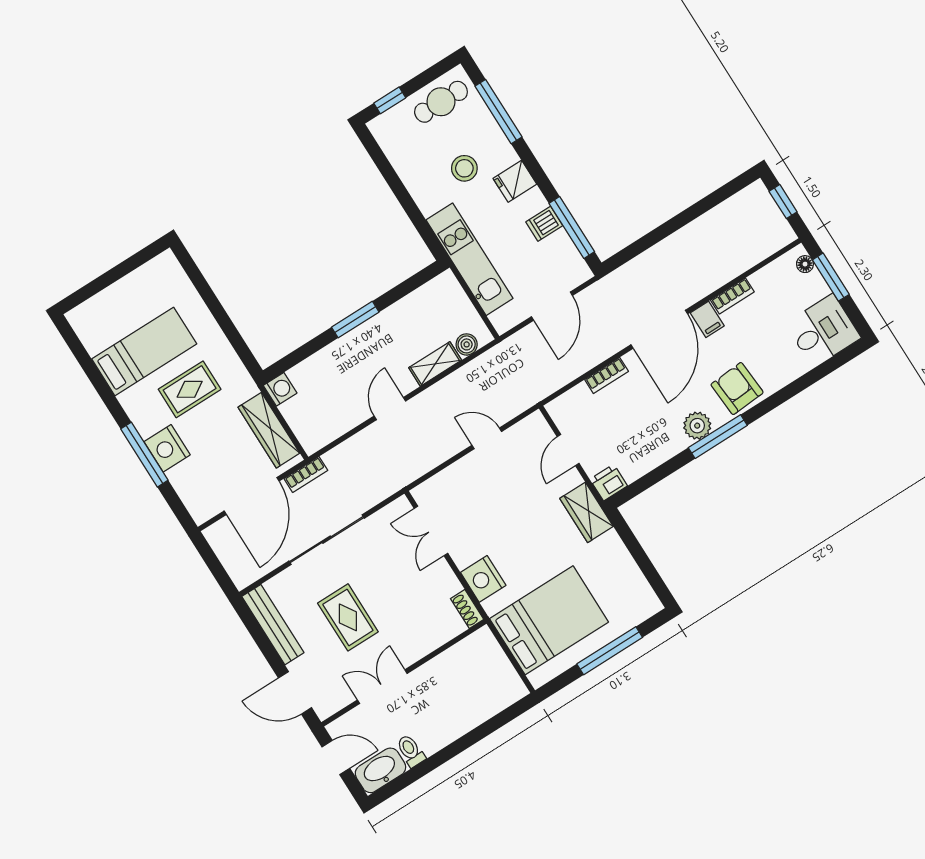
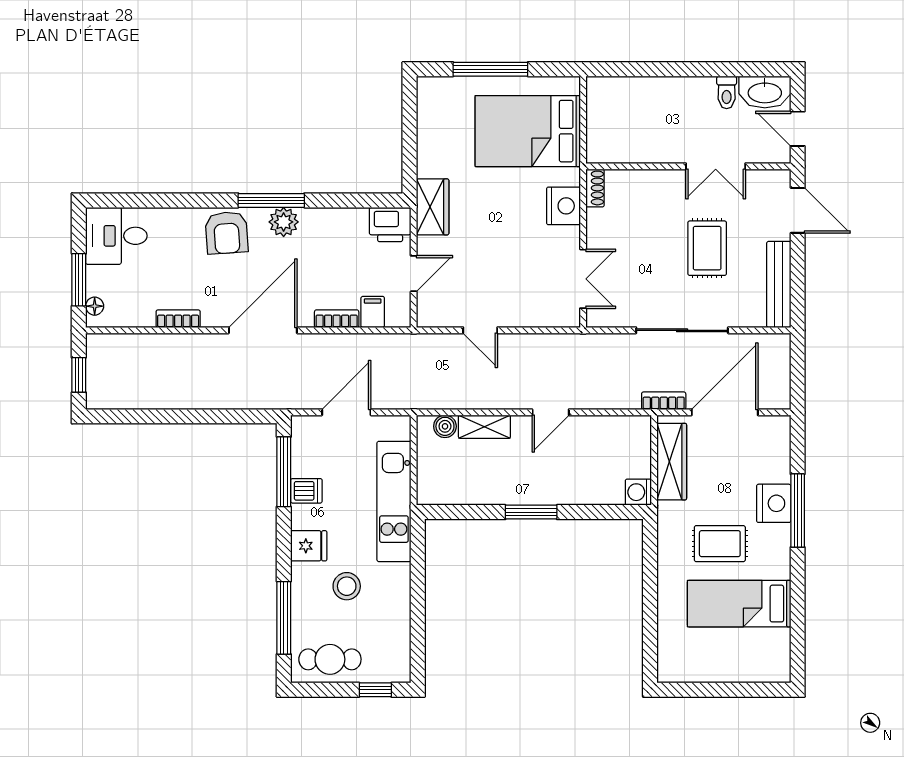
filing cabinet: (707, 319) -> (373, 312), moved
printer: (609, 483) -> (390, 224), width x1.36, depth x1.24

